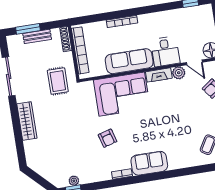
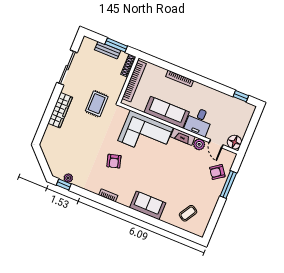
window: (28, 29) -> (116, 45), moved
rug: (58, 81) -> (97, 104), moved
sofa: (149, 163) -> (148, 205), moved

